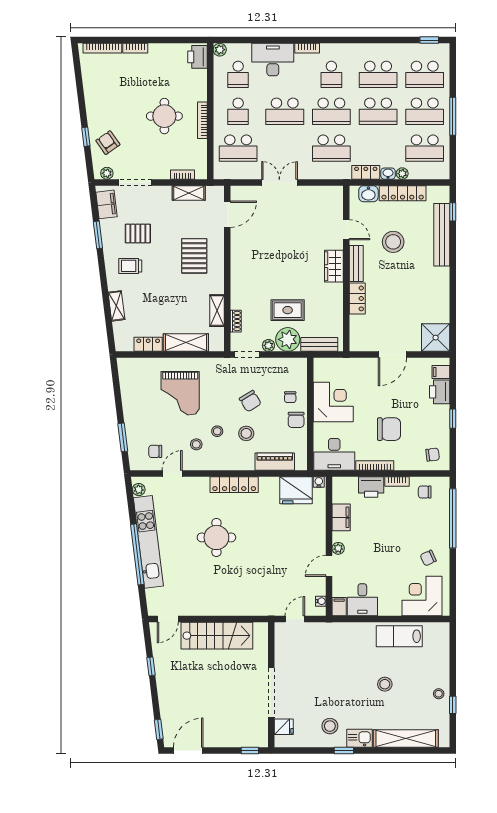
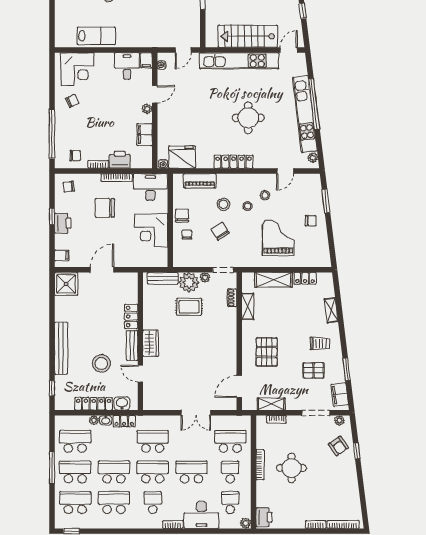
bench: (442, 235) -> (61, 348), moved
printer: (440, 392) -> (63, 223), moved
chair: (155, 451) -> (311, 221), moved
kitchen unit: (227, 606) -> (239, 61), added

